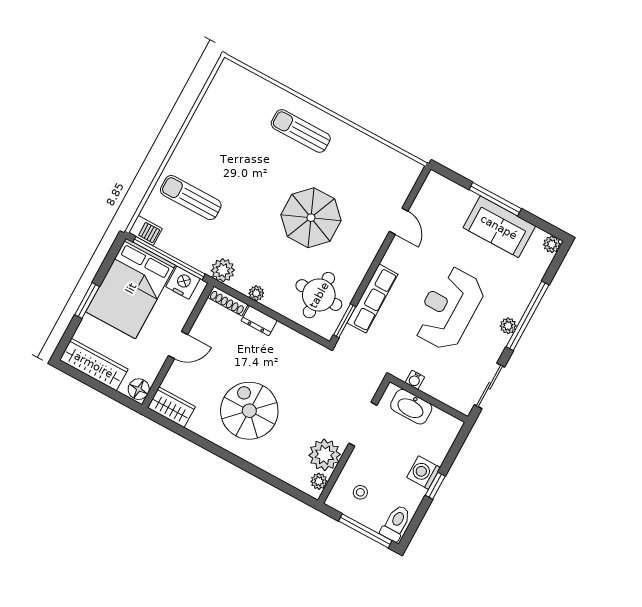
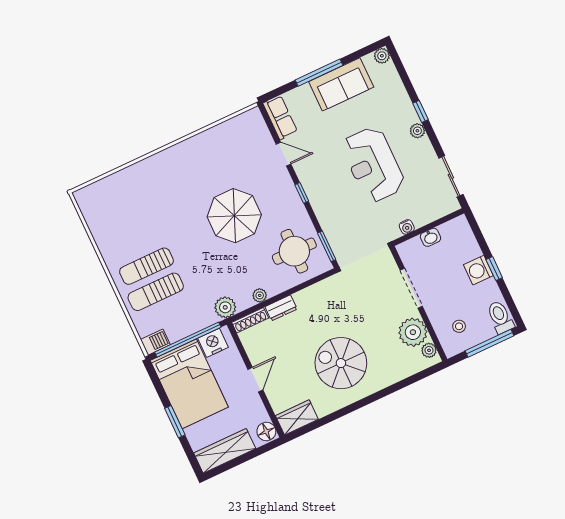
sun lounger: (301, 131) -> (146, 266), moved
window: (376, 263) -> (302, 193), added
row of seats: (373, 299) -> (280, 117), moved, width x0.68
window: (528, 316) -> (421, 111), width x0.32
washbasin: (411, 407) -> (430, 237), width x0.52, depth x0.69

